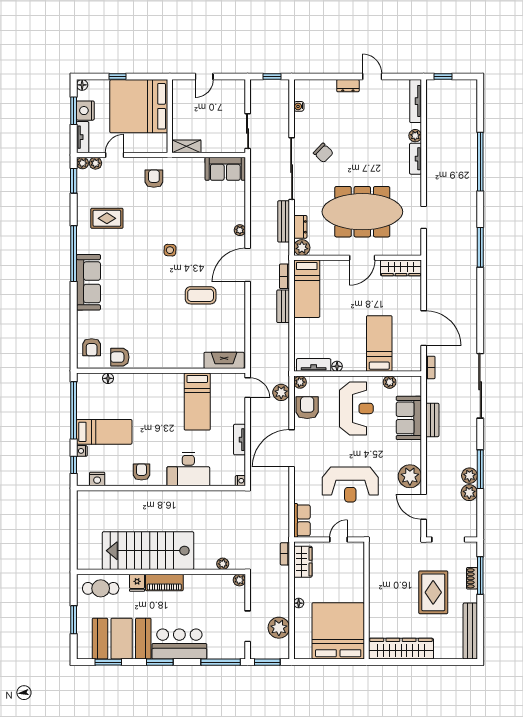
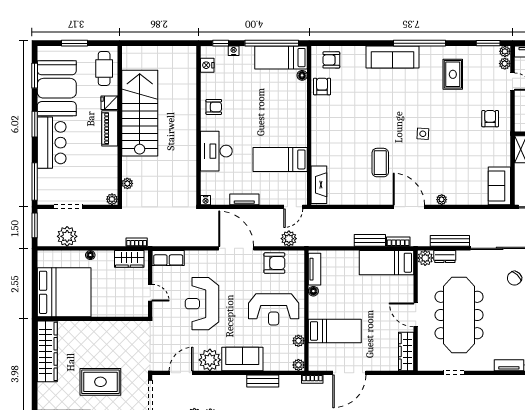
armchair: (154, 179) -> (490, 119), turned -90
plant: (300, 382) -> (298, 365), moved
sofa: (409, 418) -> (242, 359), moved
bed: (104, 432) -> (281, 58), moved, turned 90

